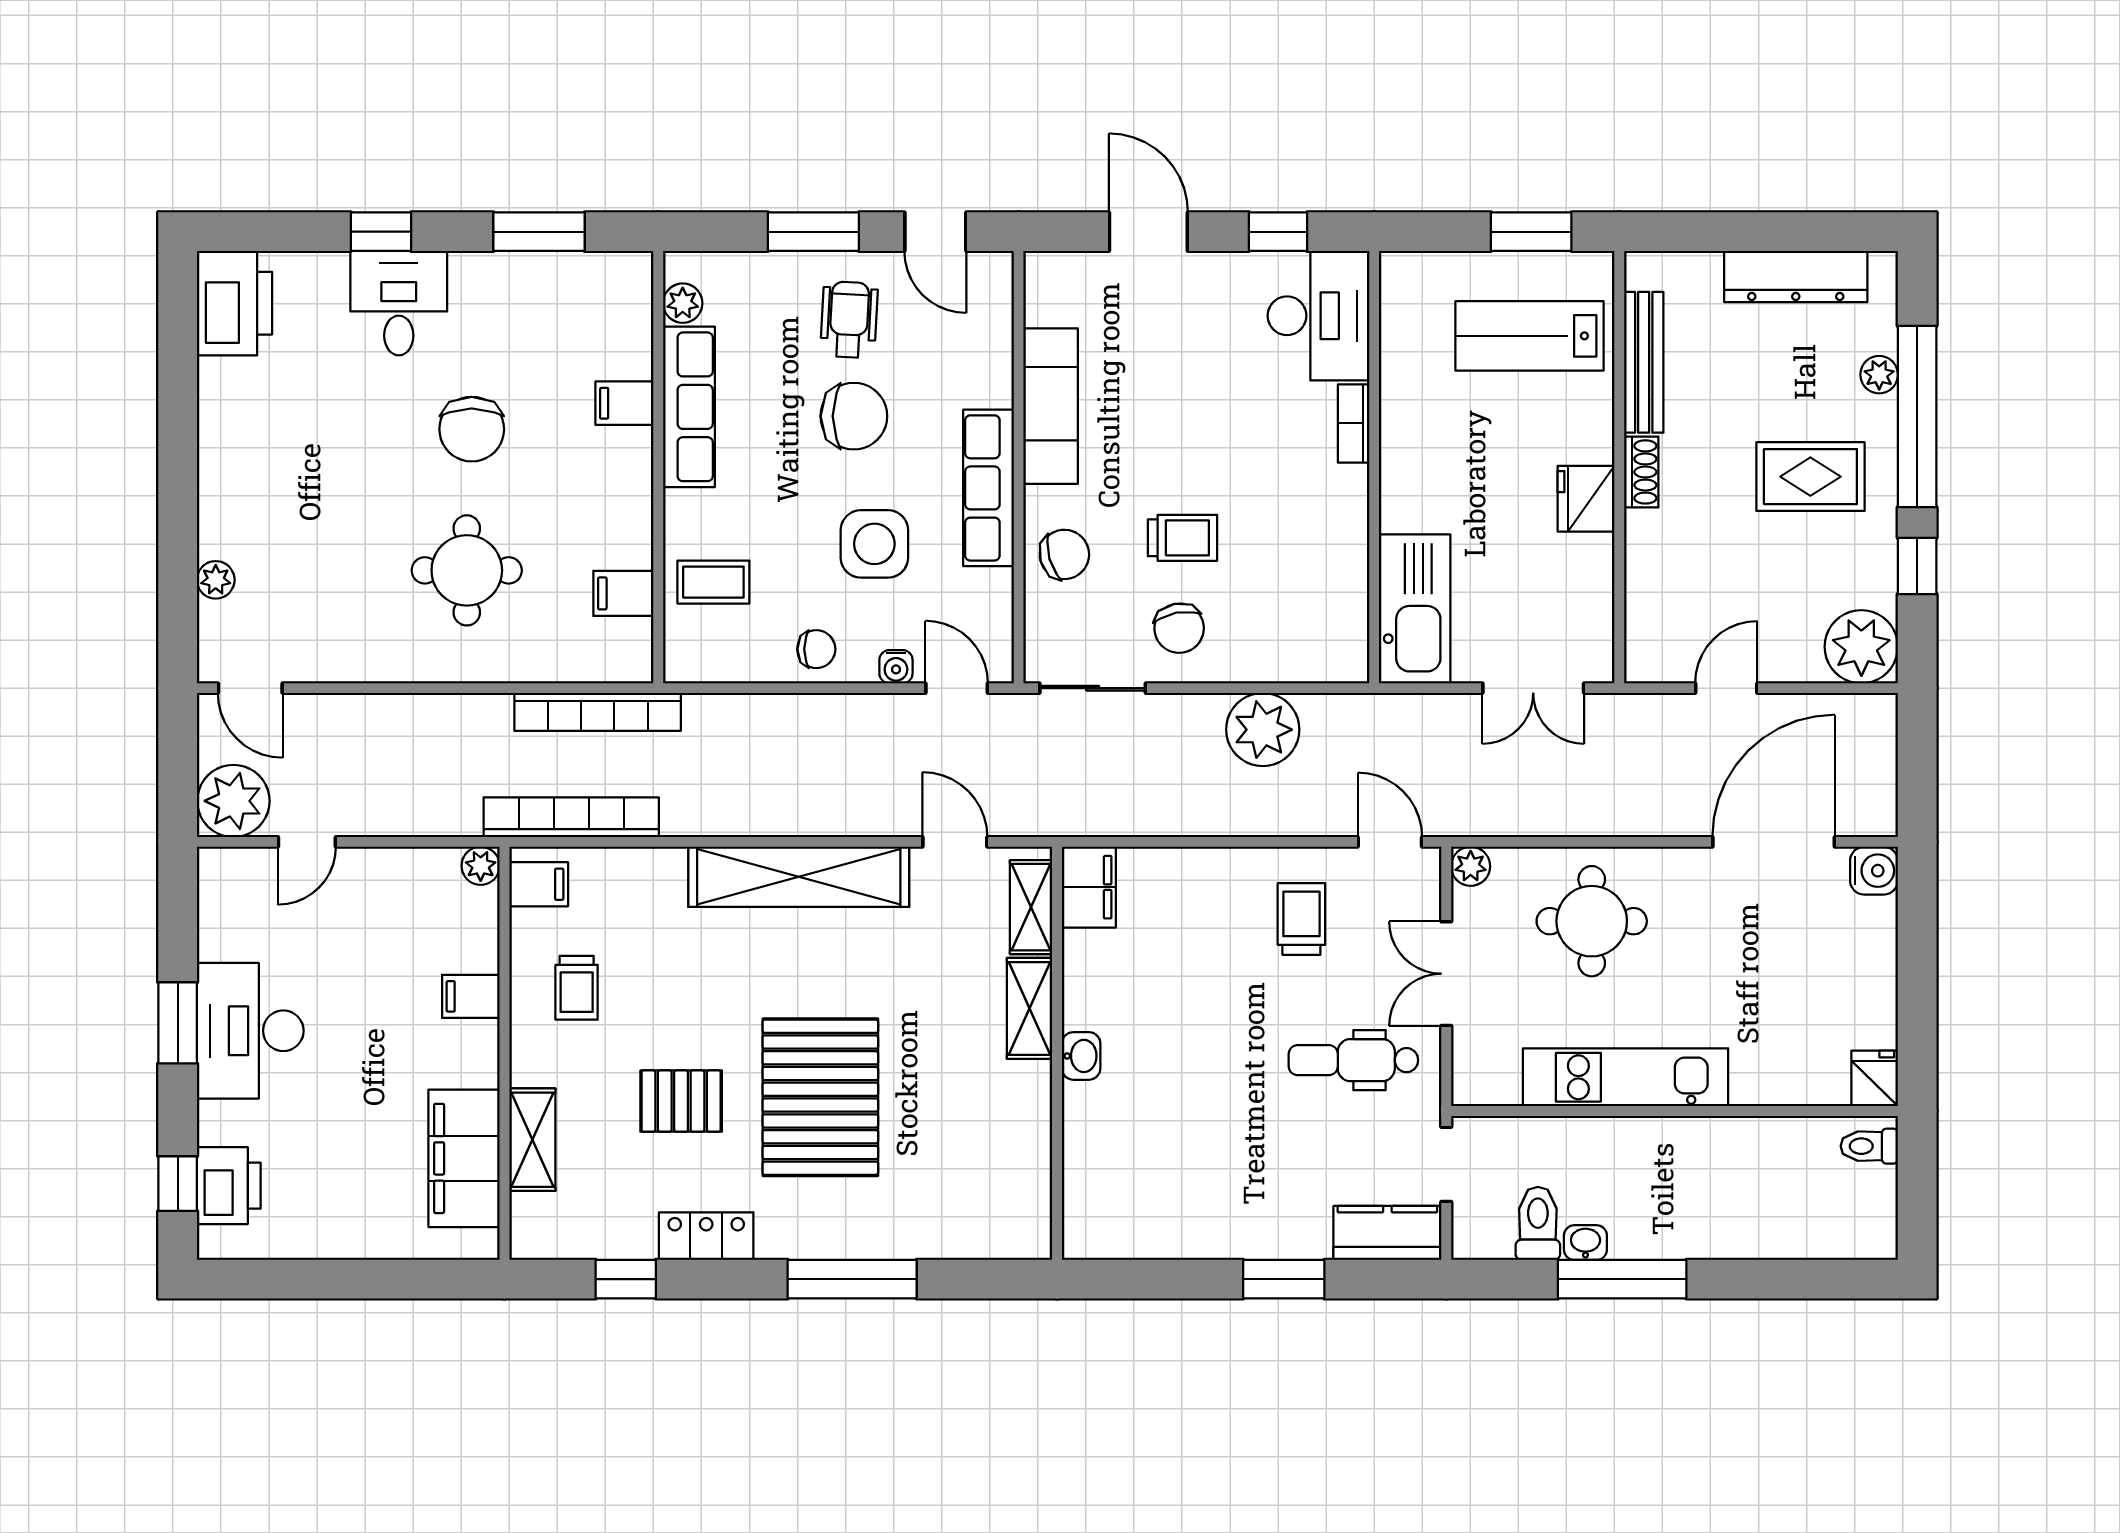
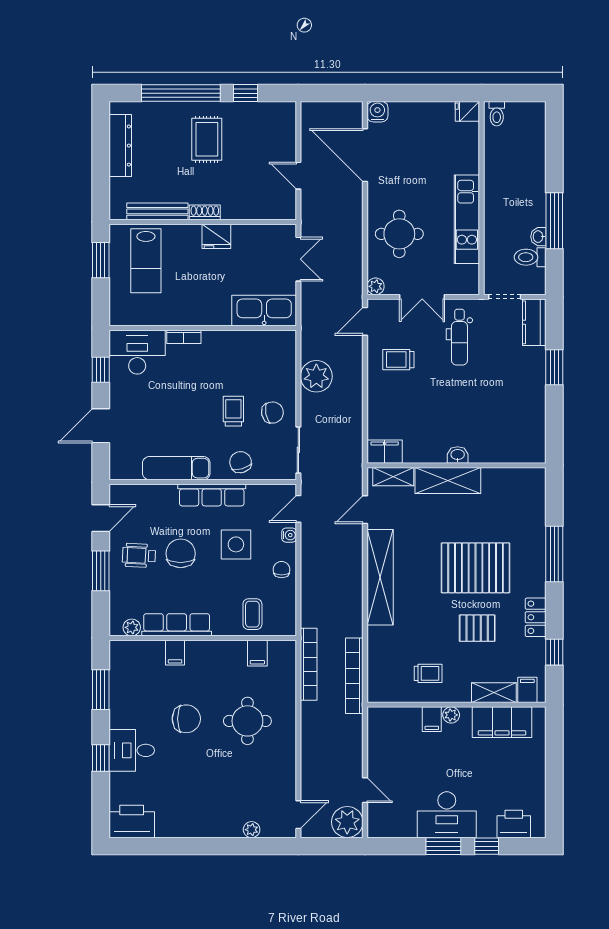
plant: (1879, 375) -> (163, 109), removed
plant: (1861, 647) -> (280, 117), removed
plant: (481, 866) -> (451, 715), moved
filing cabinet: (539, 884) -> (527, 690), moved
shelving: (1030, 1008) -> (448, 481), width x1.50, depth x1.33
pallet: (681, 1101) -> (477, 628), turned 90
window: (178, 1184) -> (487, 846), moved

